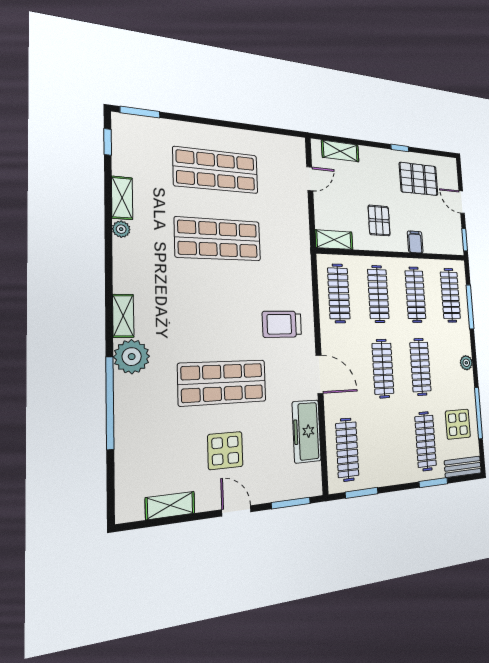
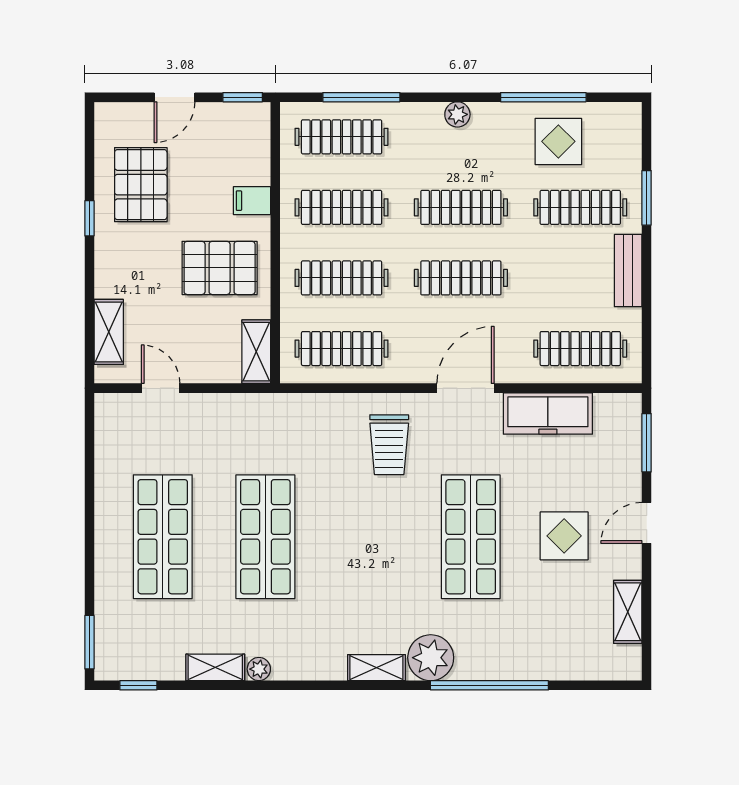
pallet: (379, 221) -> (220, 268), width x1.50, depth x1.42
bench: (463, 467) -> (628, 271), moved
window: (362, 493) -> (647, 328), removed

